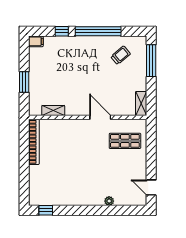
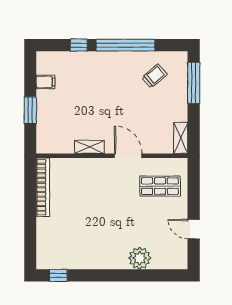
filing cabinet: (36, 41) -> (46, 82), moved
shelving: (53, 110) -> (89, 147), moved
door: (151, 188) -> (194, 229), moved
plant: (109, 201) -> (140, 258), width x1.87, depth x1.87

